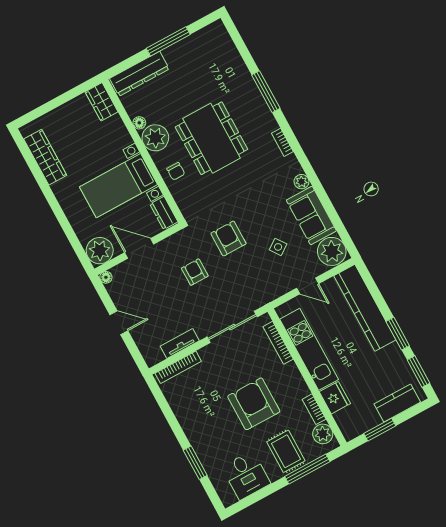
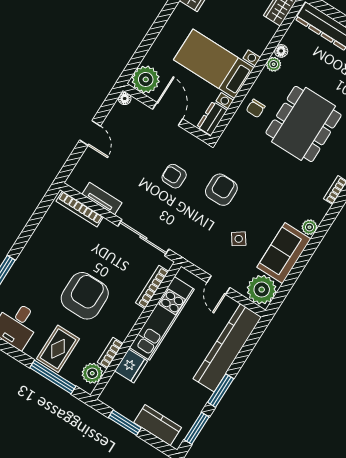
plant: (155, 138) -> (274, 64), width x0.53, depth x0.53
armchair: (195, 272) -> (174, 176), turned -90

